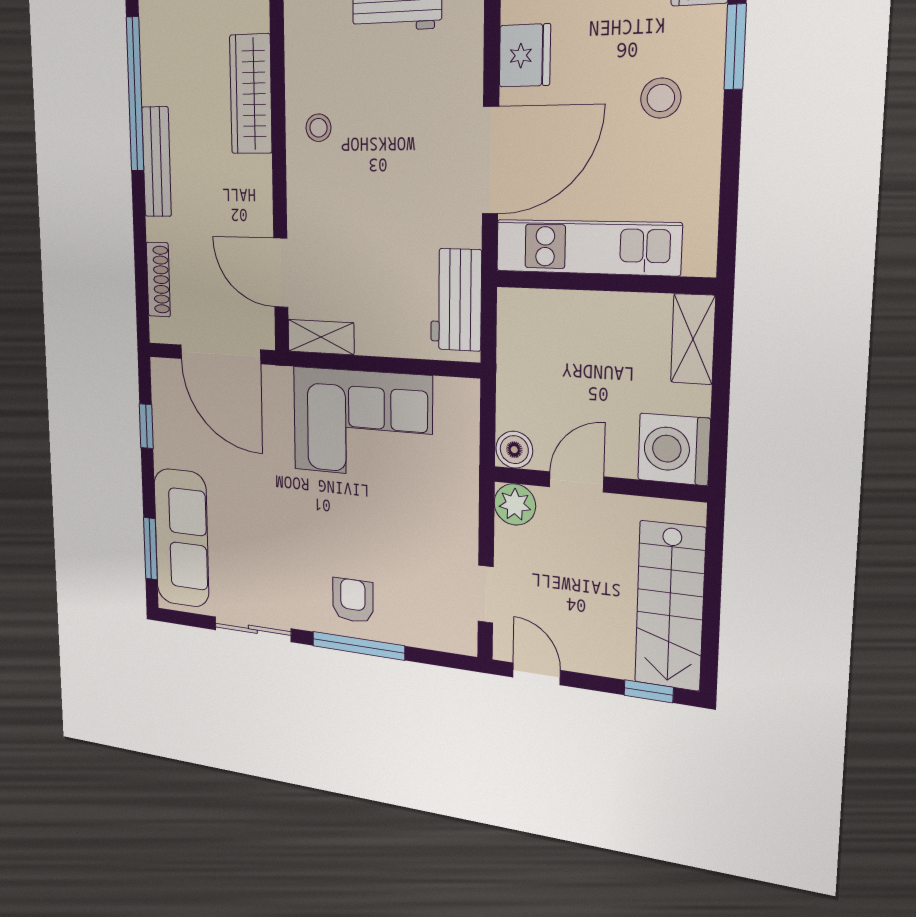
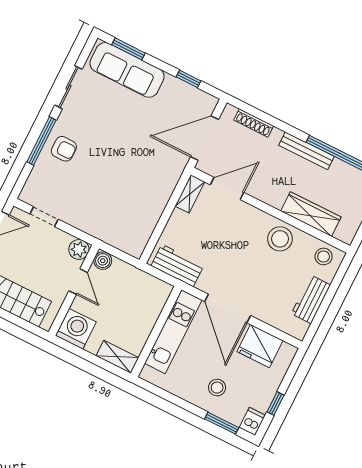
stool: (310, 27) -> (324, 256), added
fridge: (525, 55) -> (260, 346), width x1.36, depth x1.34
stool: (318, 128) -> (280, 239), width x1.89, depth x1.89
corner sofa: (362, 423) -> (143, 195), removed

